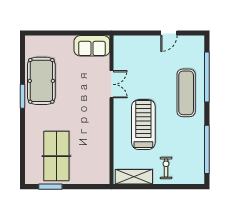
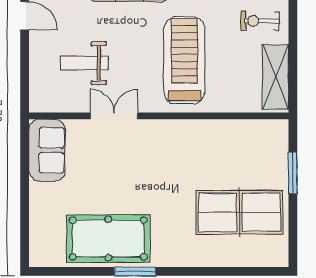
weight bench: (142, 67) -> (85, 63), added
treadmill: (143, 125) -> (184, 60), turned 90
window: (50, 187) -> (293, 173), moved

